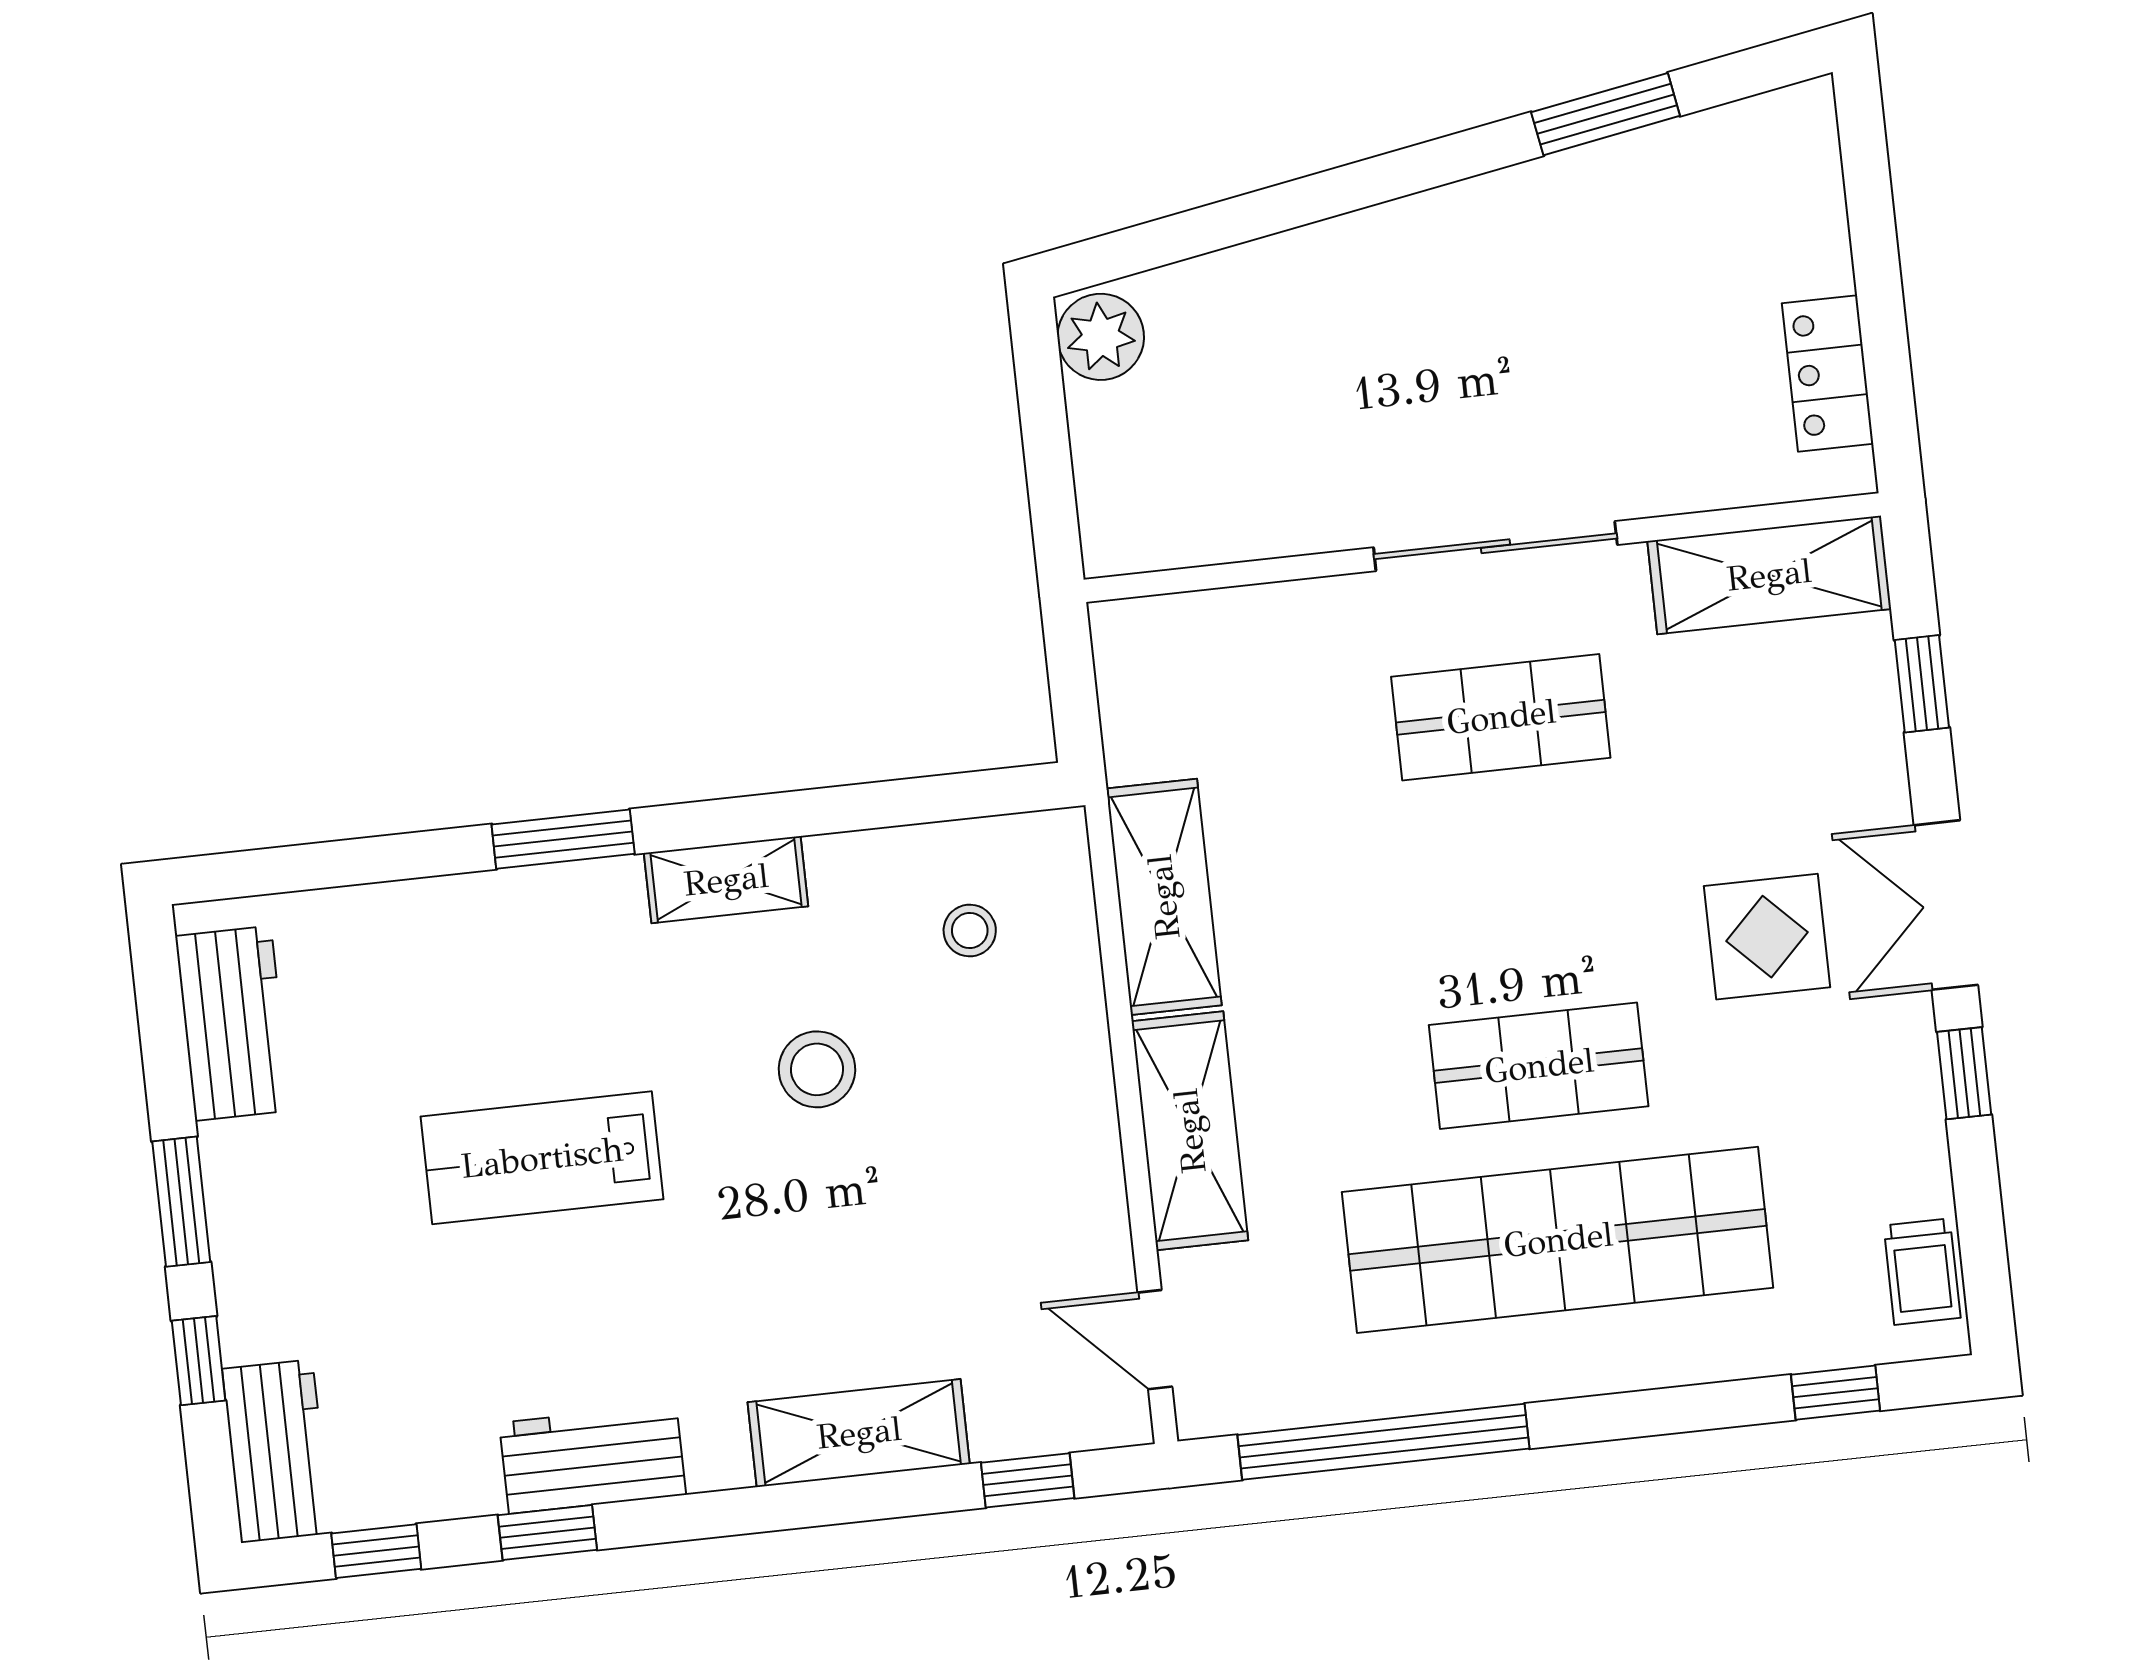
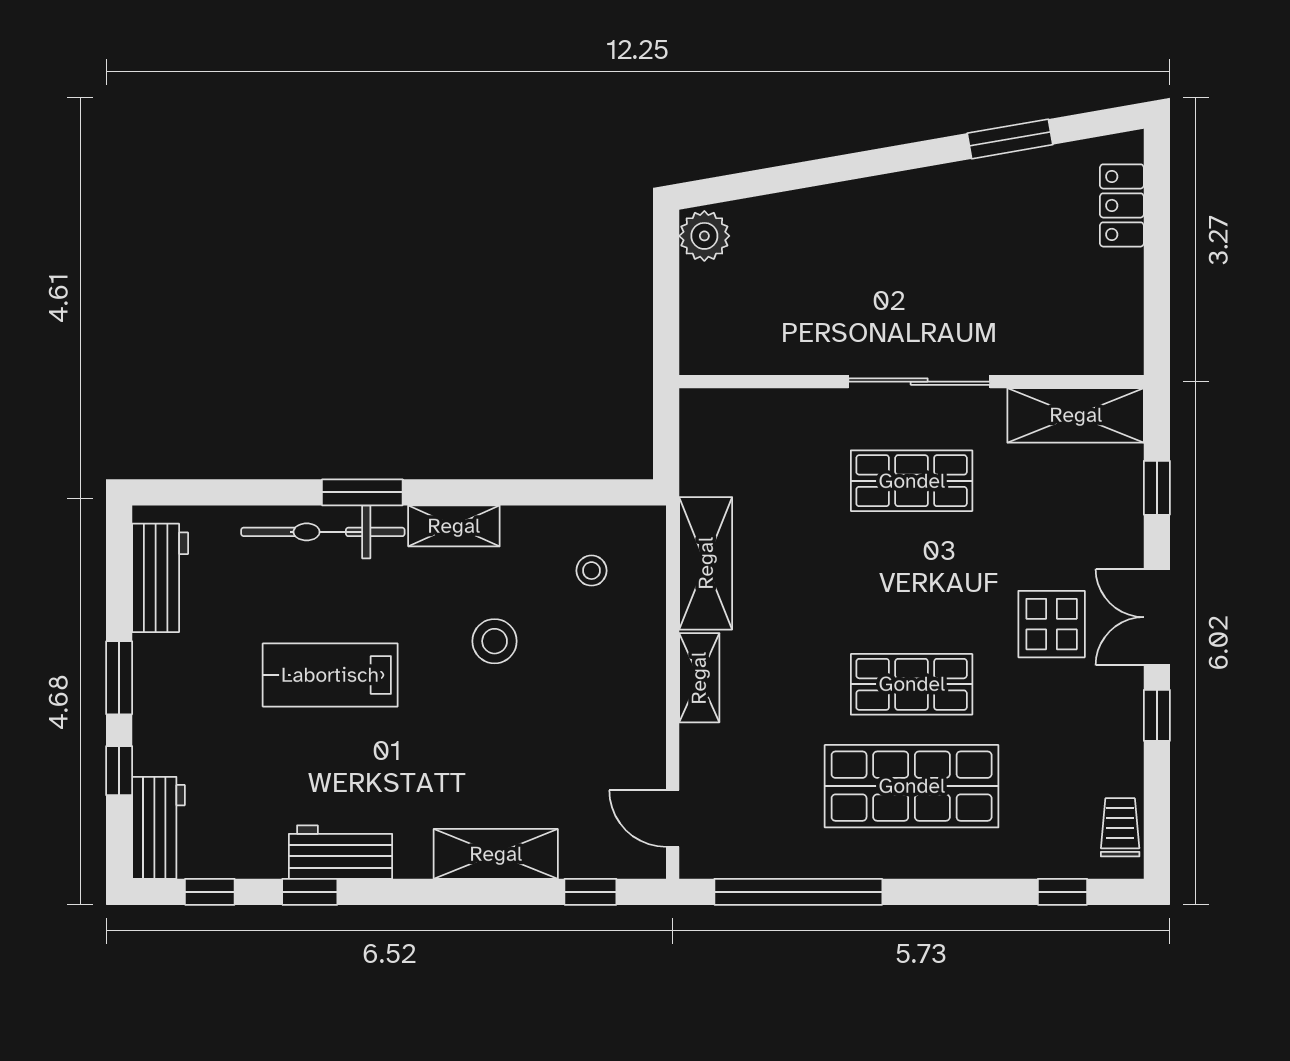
locker: (1828, 374) -> (1122, 205), moved
bicycle: (503, 914) -> (323, 532), added
shelving: (1190, 1131) -> (699, 678), width x0.67, depth x0.75
shop shelf: (1558, 1240) -> (912, 786), width x0.71
trolley: (1922, 1272) -> (1120, 827), turned 180

